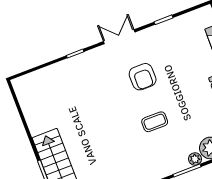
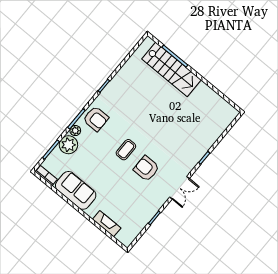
coffee table: (155, 122) -> (126, 150), moved
armchair: (166, 159) -> (96, 119), added

